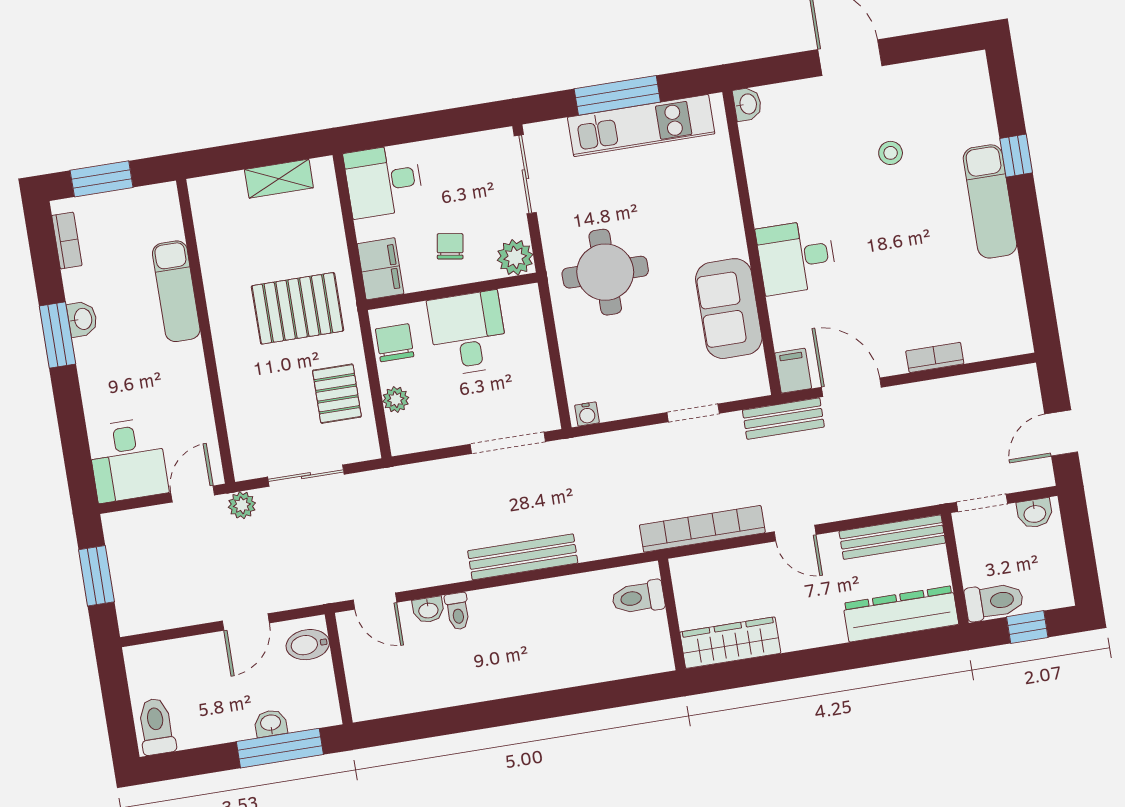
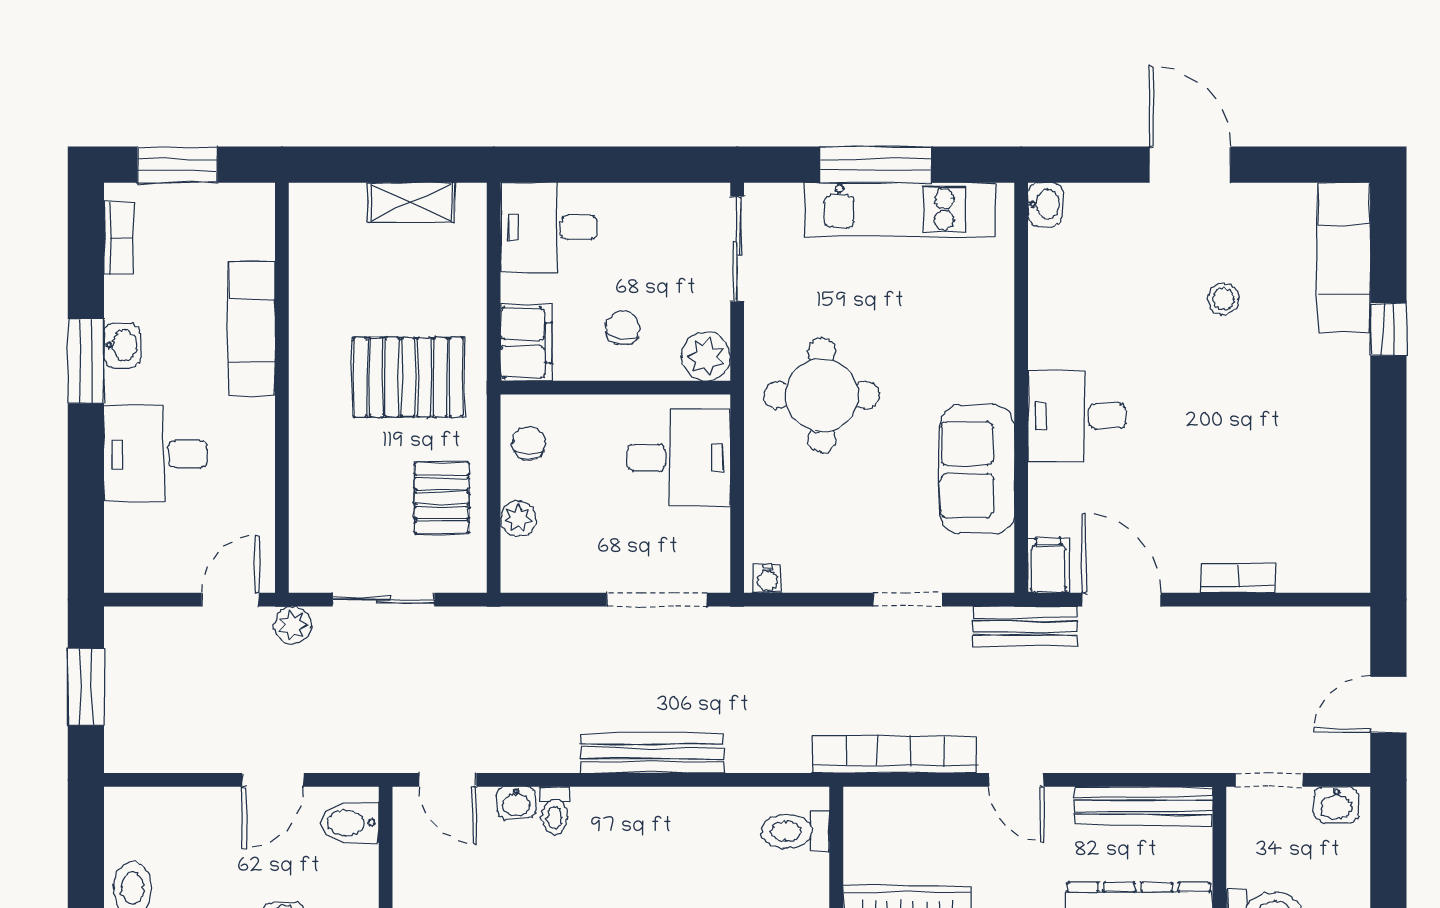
exam couch: (990, 201) -> (1344, 258), moved
desk: (468, 333) -> (678, 458), moved, turned 90
chair: (395, 343) -> (529, 443), width x0.73, depth x0.73
desk: (128, 460) -> (156, 454), moved, turned 90

